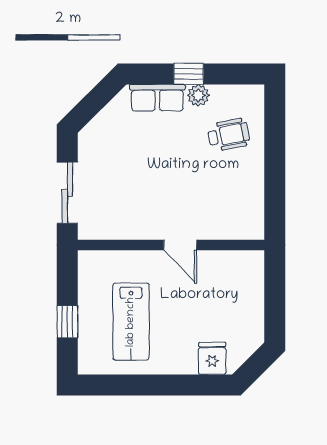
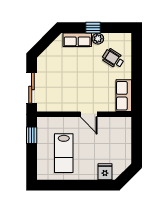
wheelchair: (229, 135) -> (113, 59), turned -136
row of seats: (249, 208) -> (124, 96), added
window: (67, 322) -> (32, 135), moved

